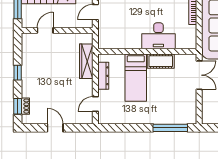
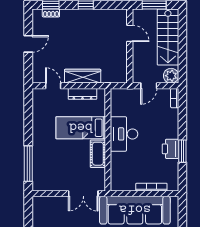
door: (95, 12) -> (149, 86), swing flipped
desk: (158, 36) -> (124, 134), moved
wardrobe: (86, 61) -> (83, 76), moved

